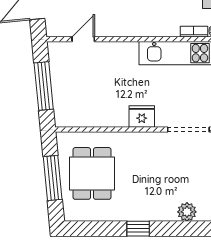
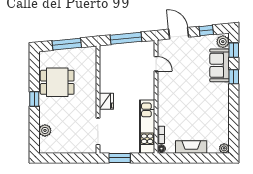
dining table: (92, 173) -> (57, 82), moved

